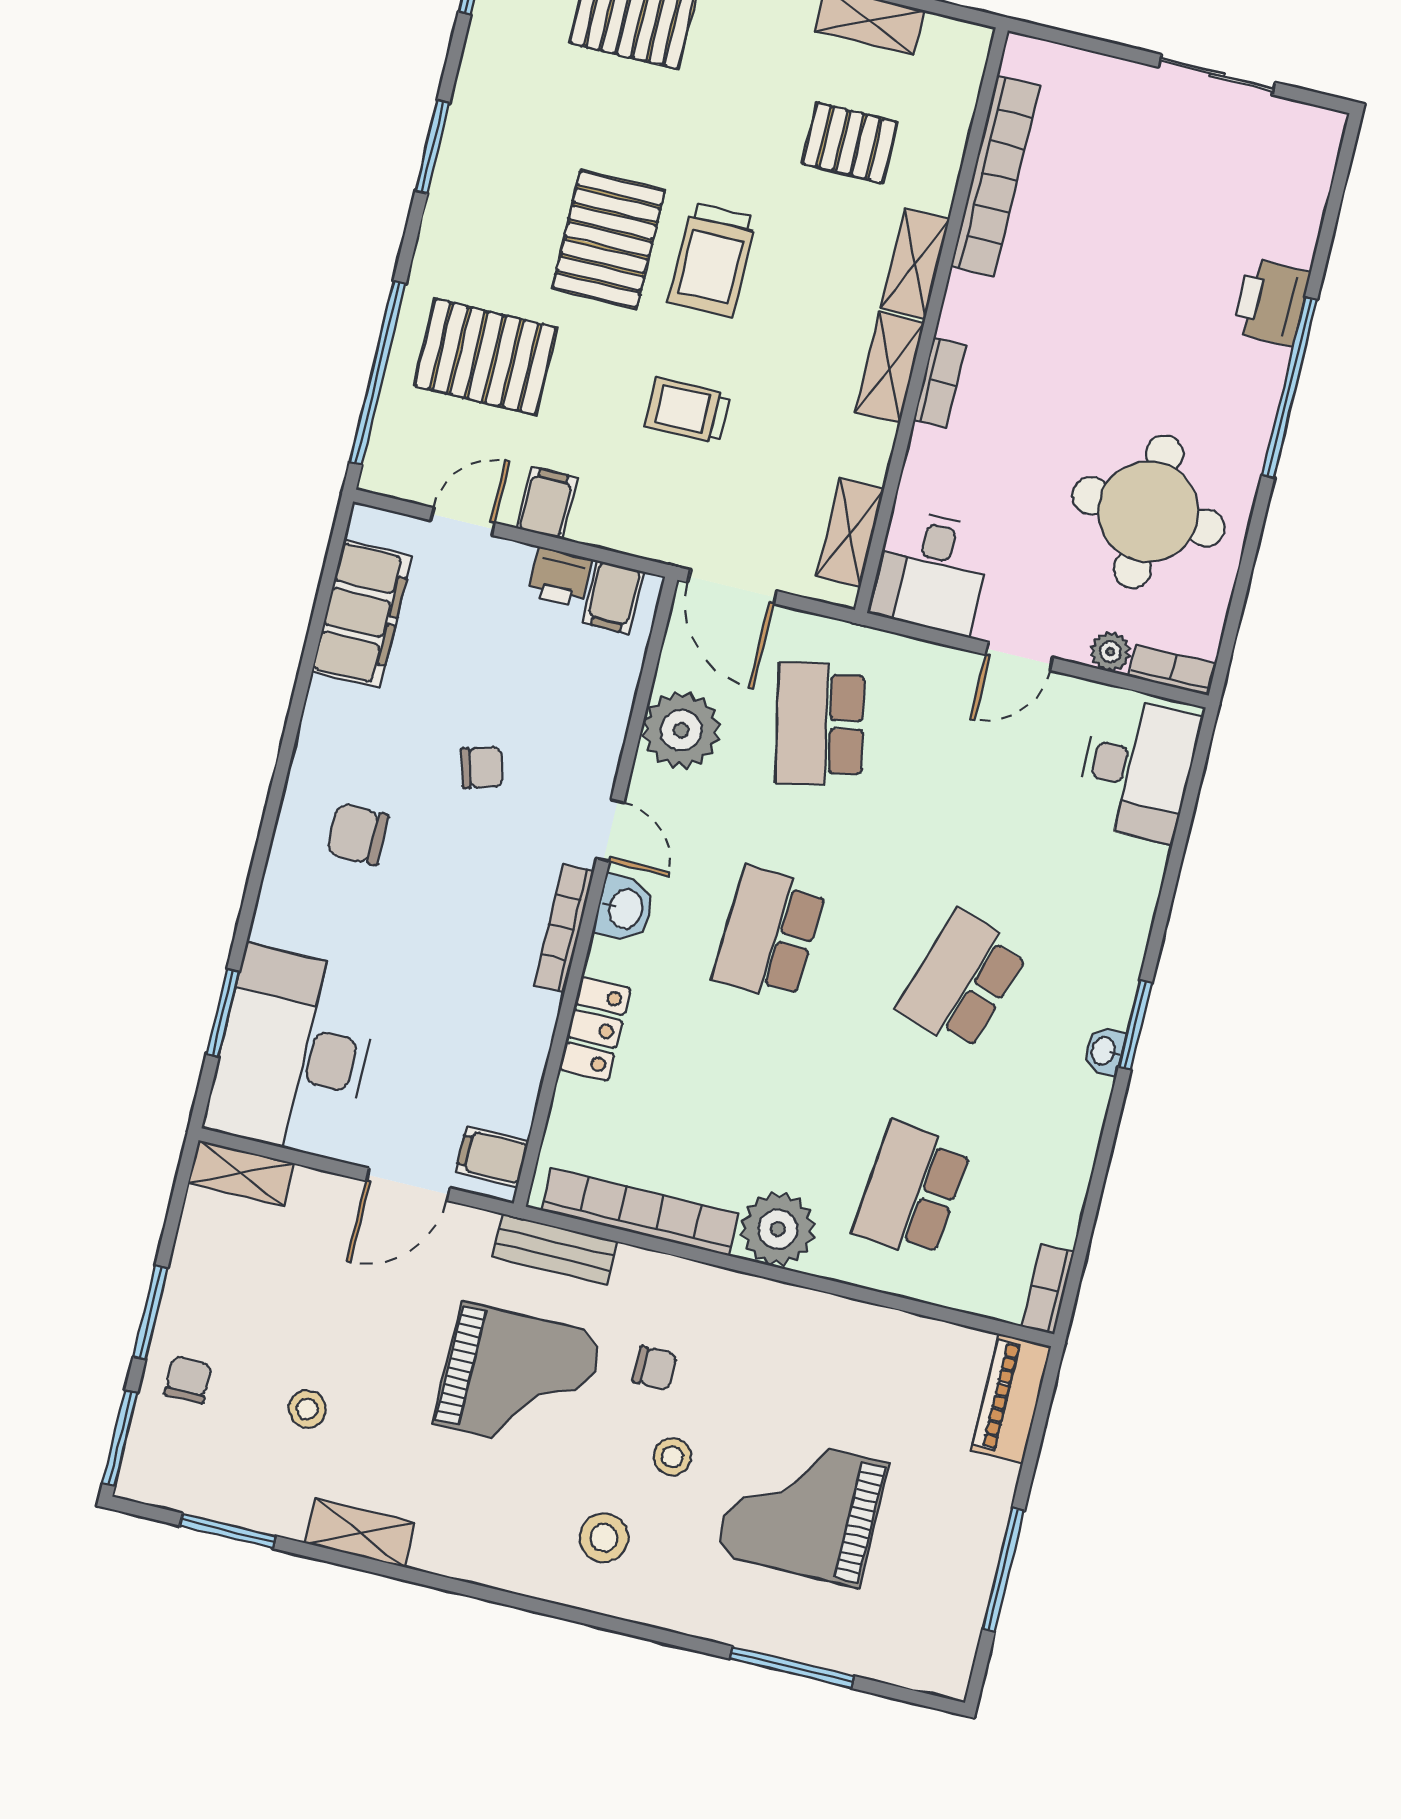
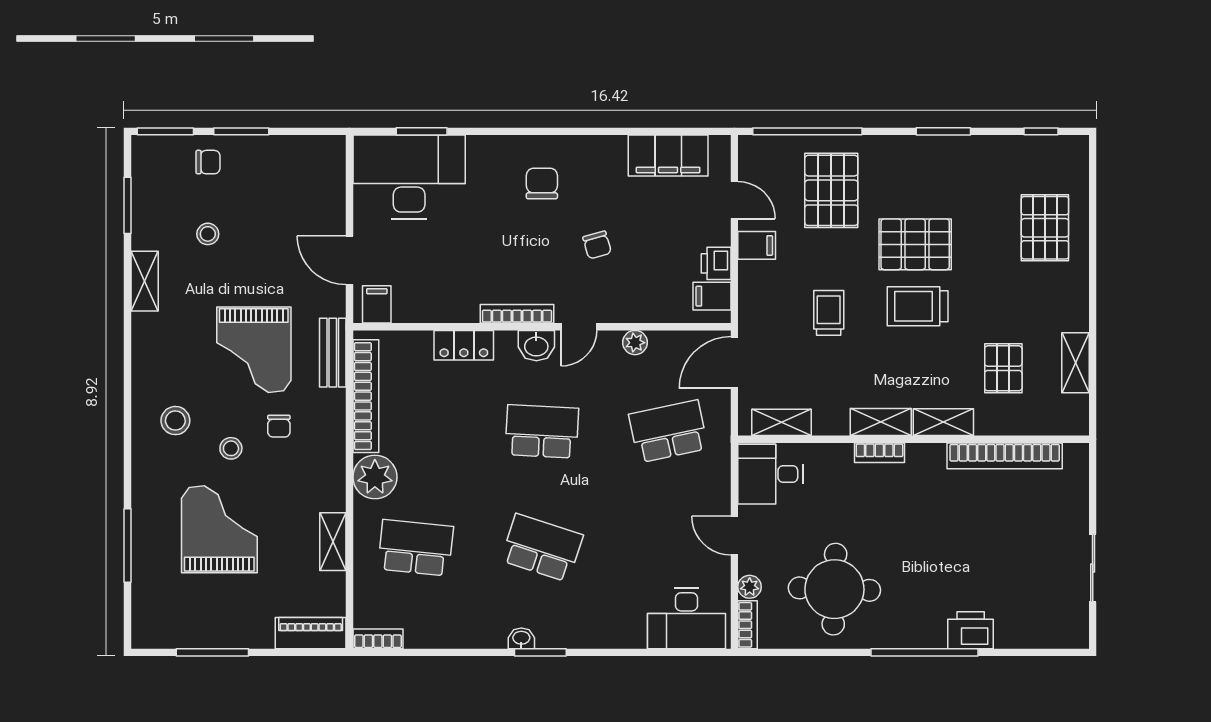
plant: (681, 730) -> (635, 343), width x0.53, depth x0.53
shelving: (241, 1173) -> (333, 542), moved

